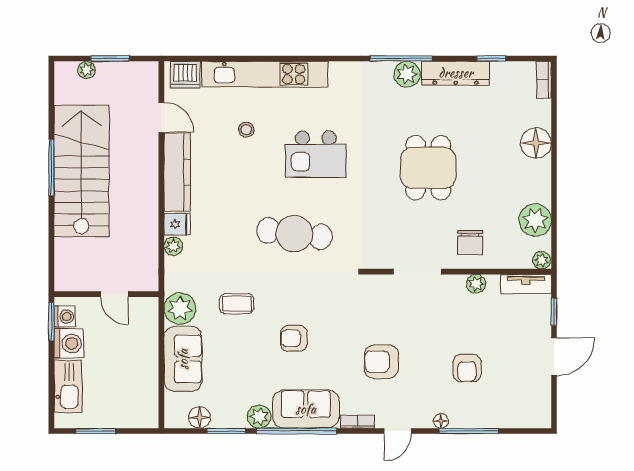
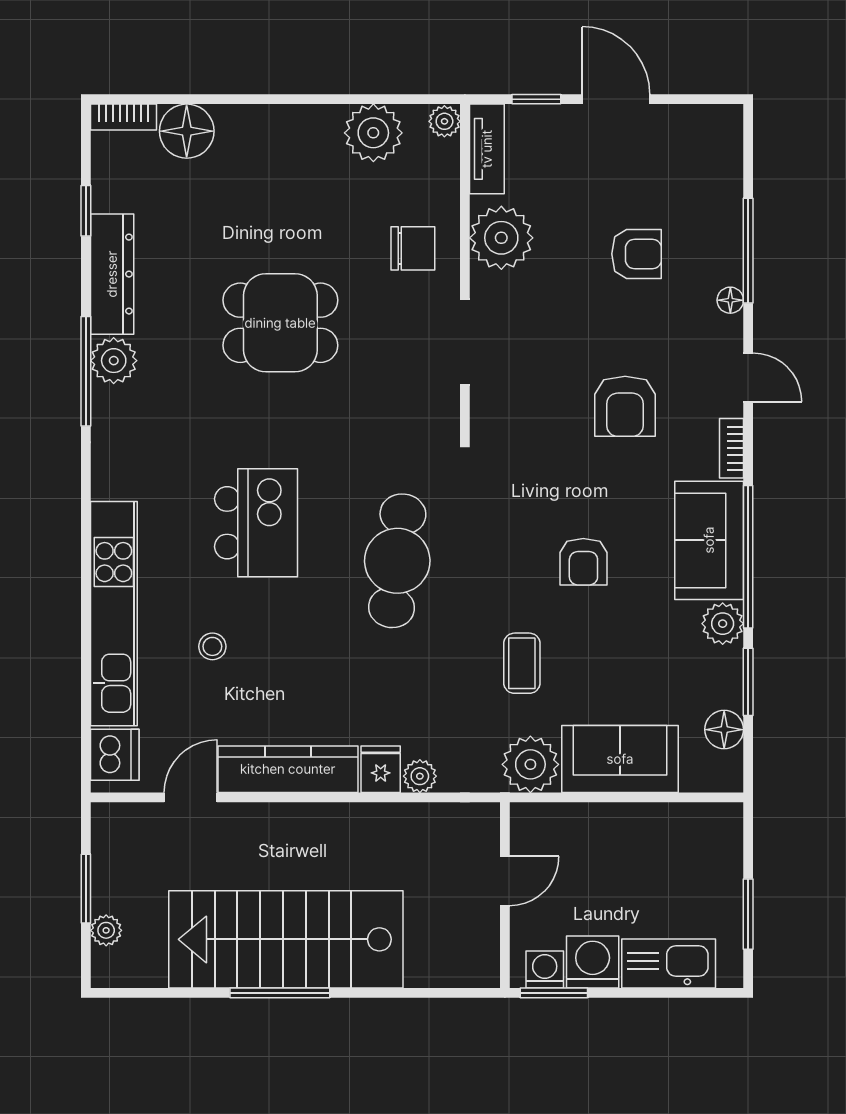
floor lamp: (536, 143) -> (187, 131), moved
plant: (476, 284) -> (501, 238), width x1.87, depth x1.87

